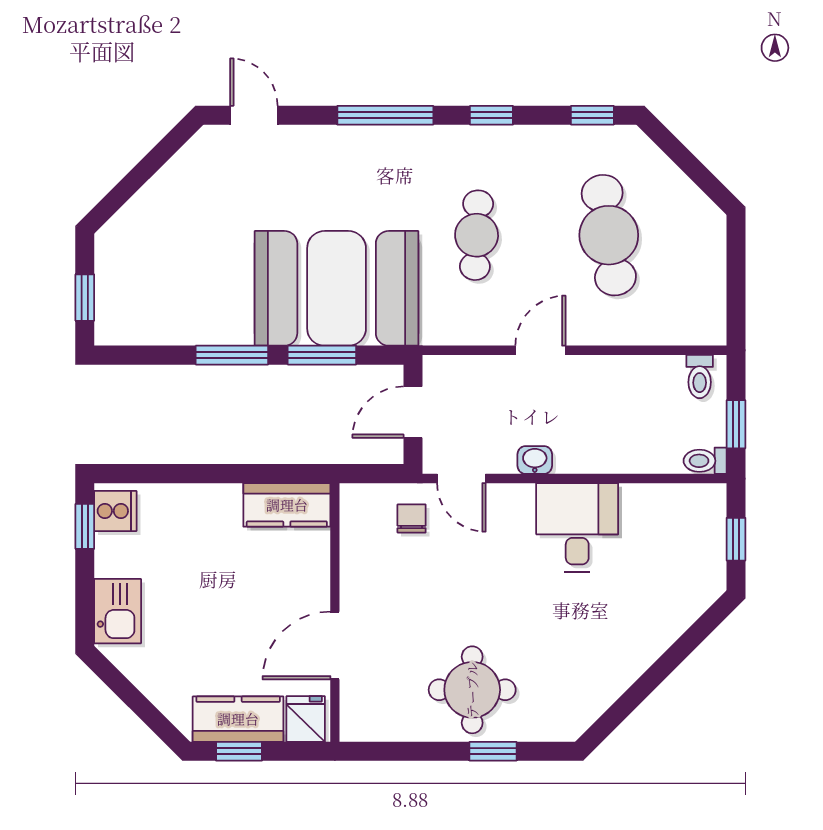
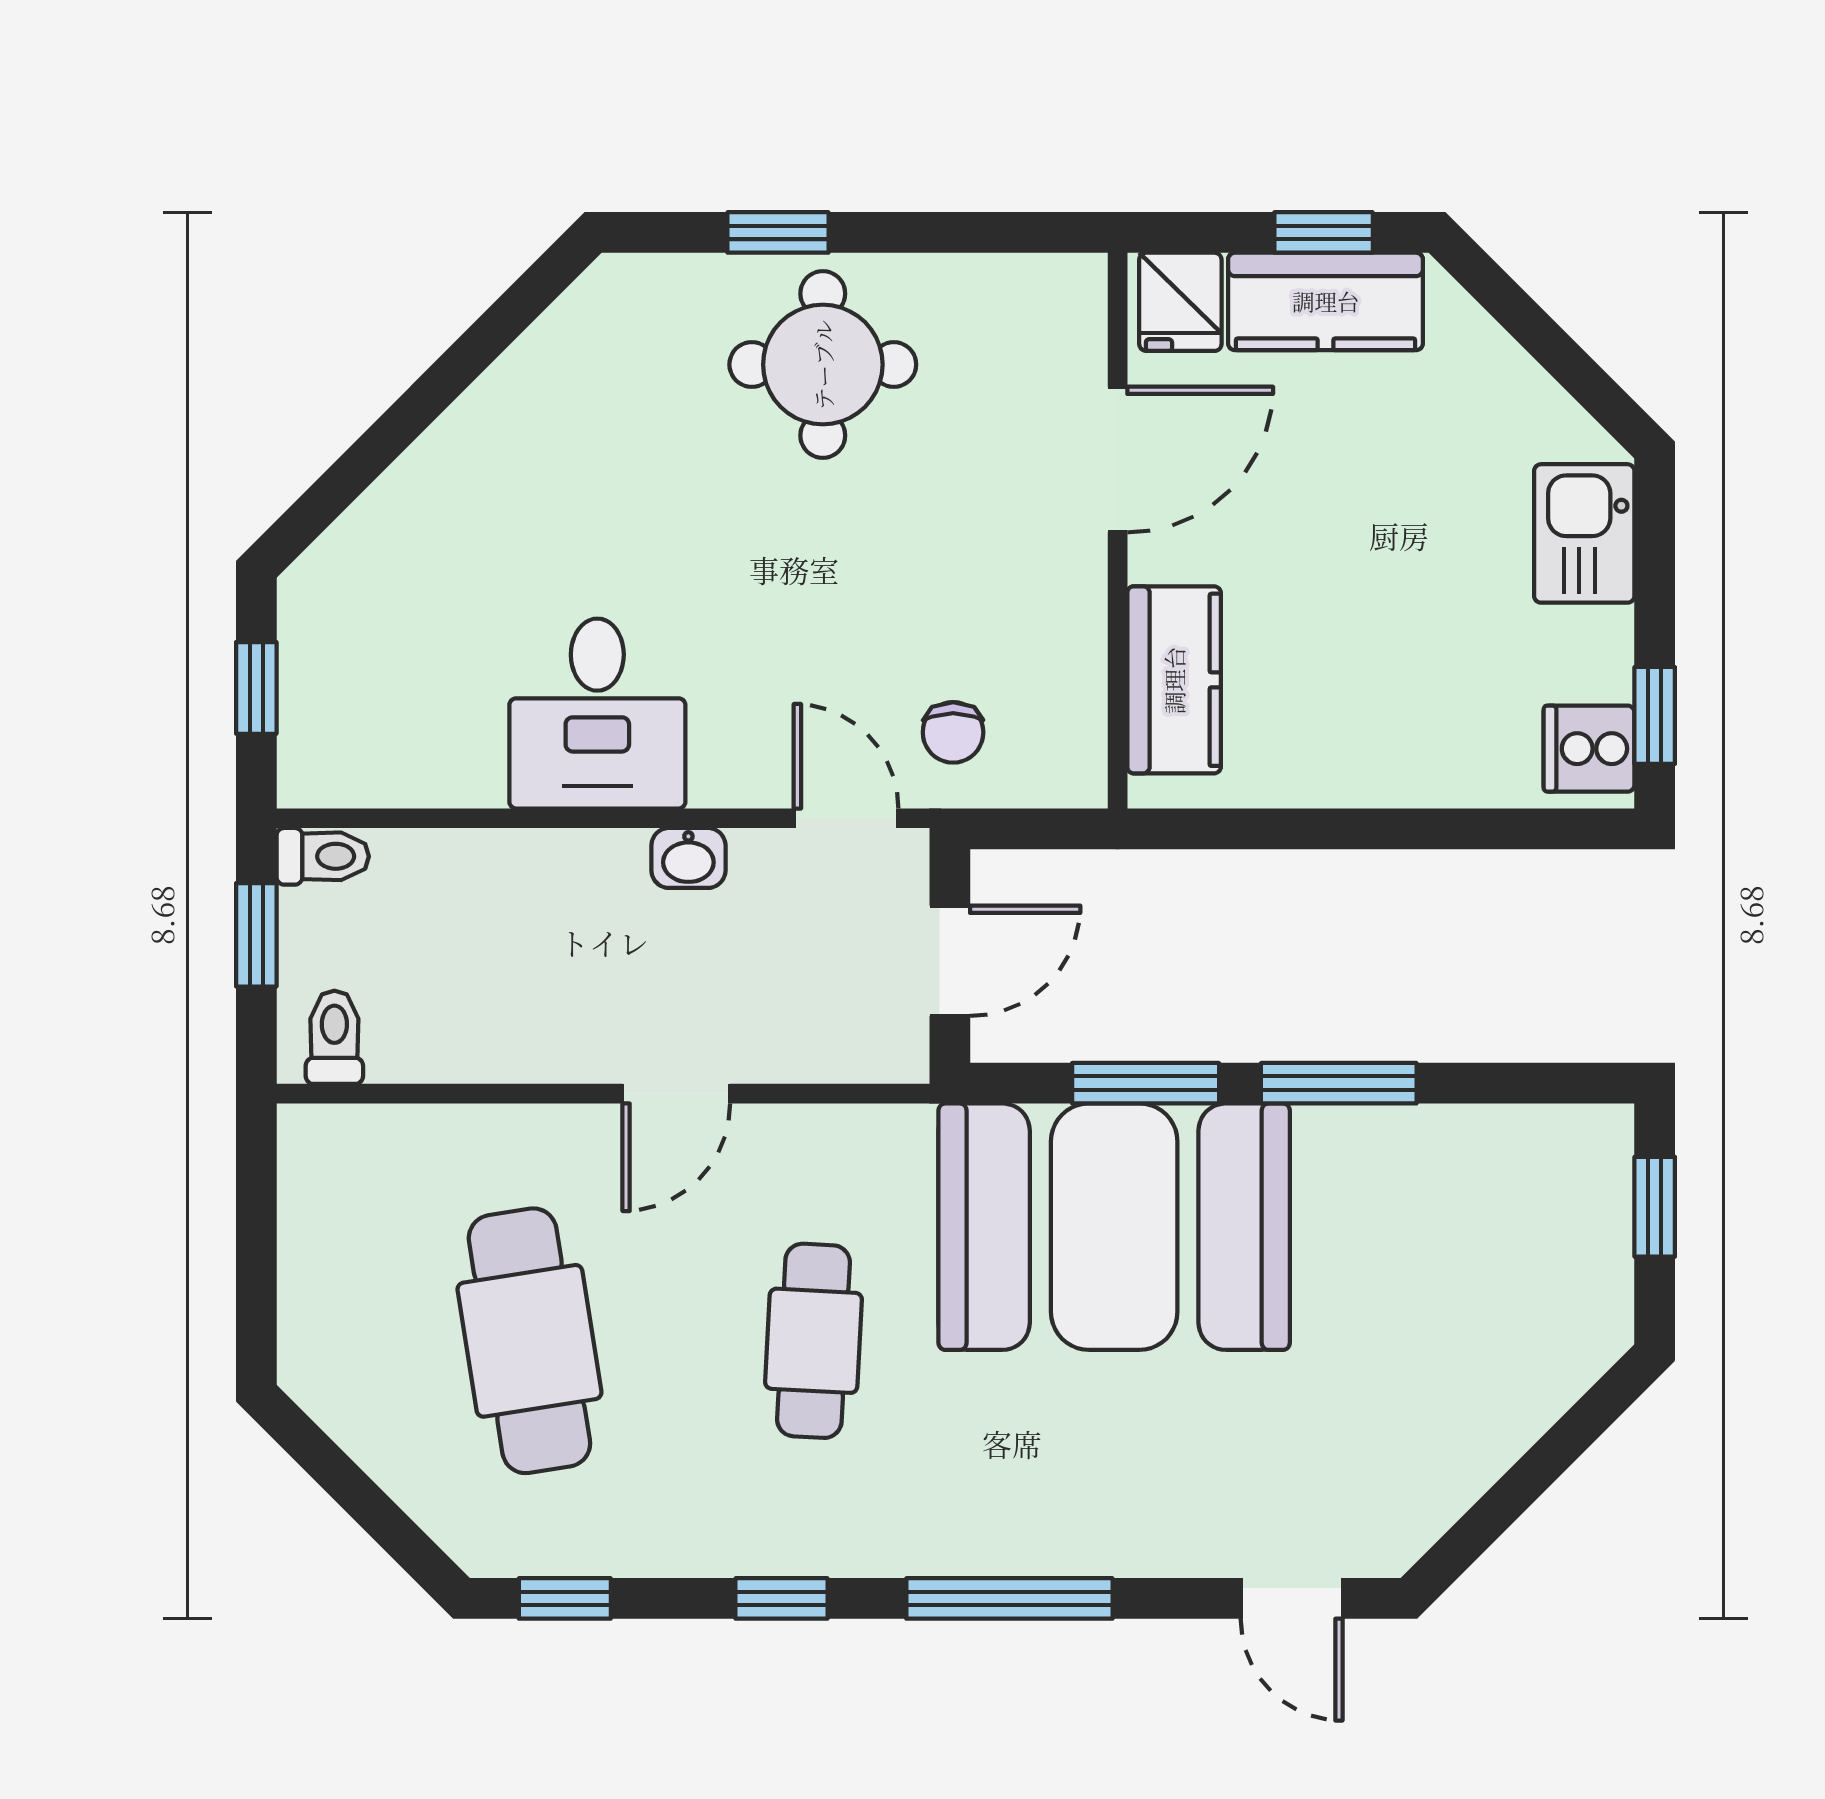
kitchen counter: (287, 505) -> (1174, 680), moved, turned 90

